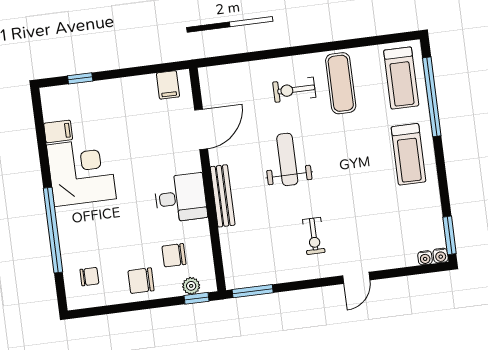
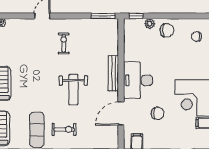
desk: (181, 198) -> (138, 80), width x1.37
chair: (174, 255) -> (158, 113), moved
plant: (191, 286) -> (150, 24), moved

